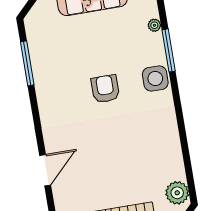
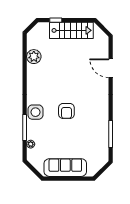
door: (45, 170) -> (111, 68), hinge flipped
plant: (177, 193) -> (34, 57), moved

